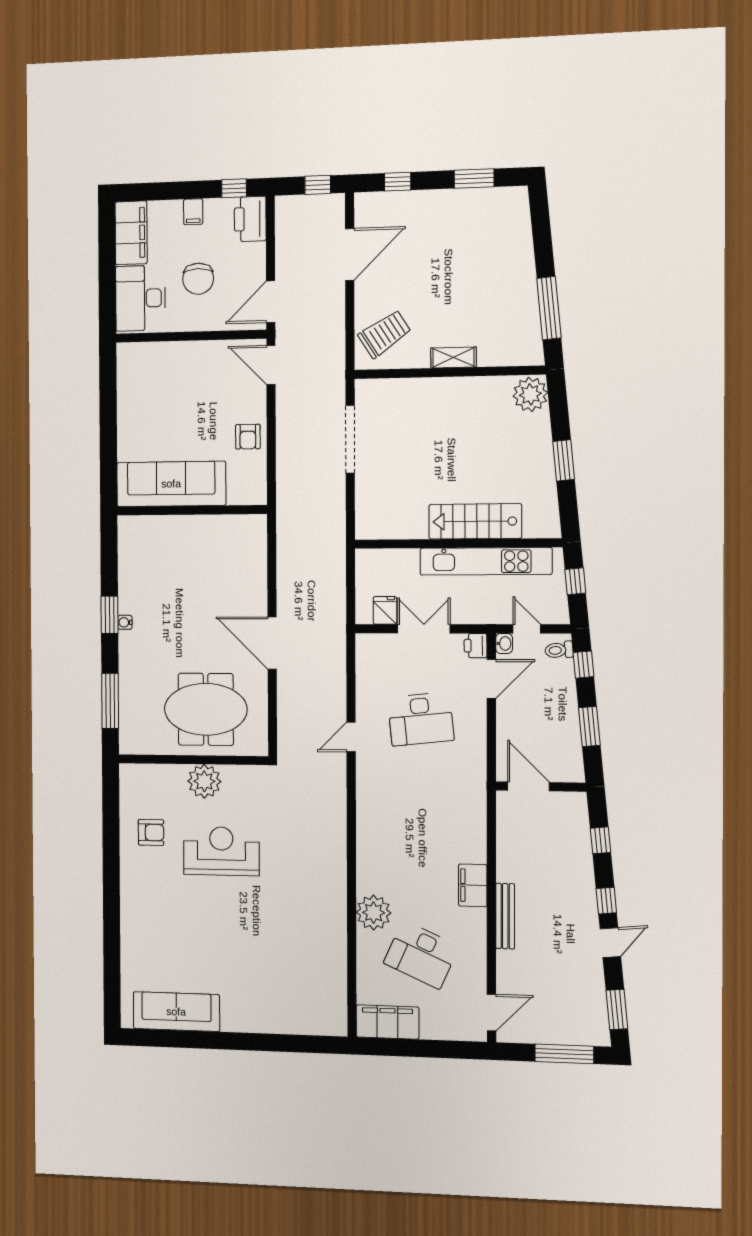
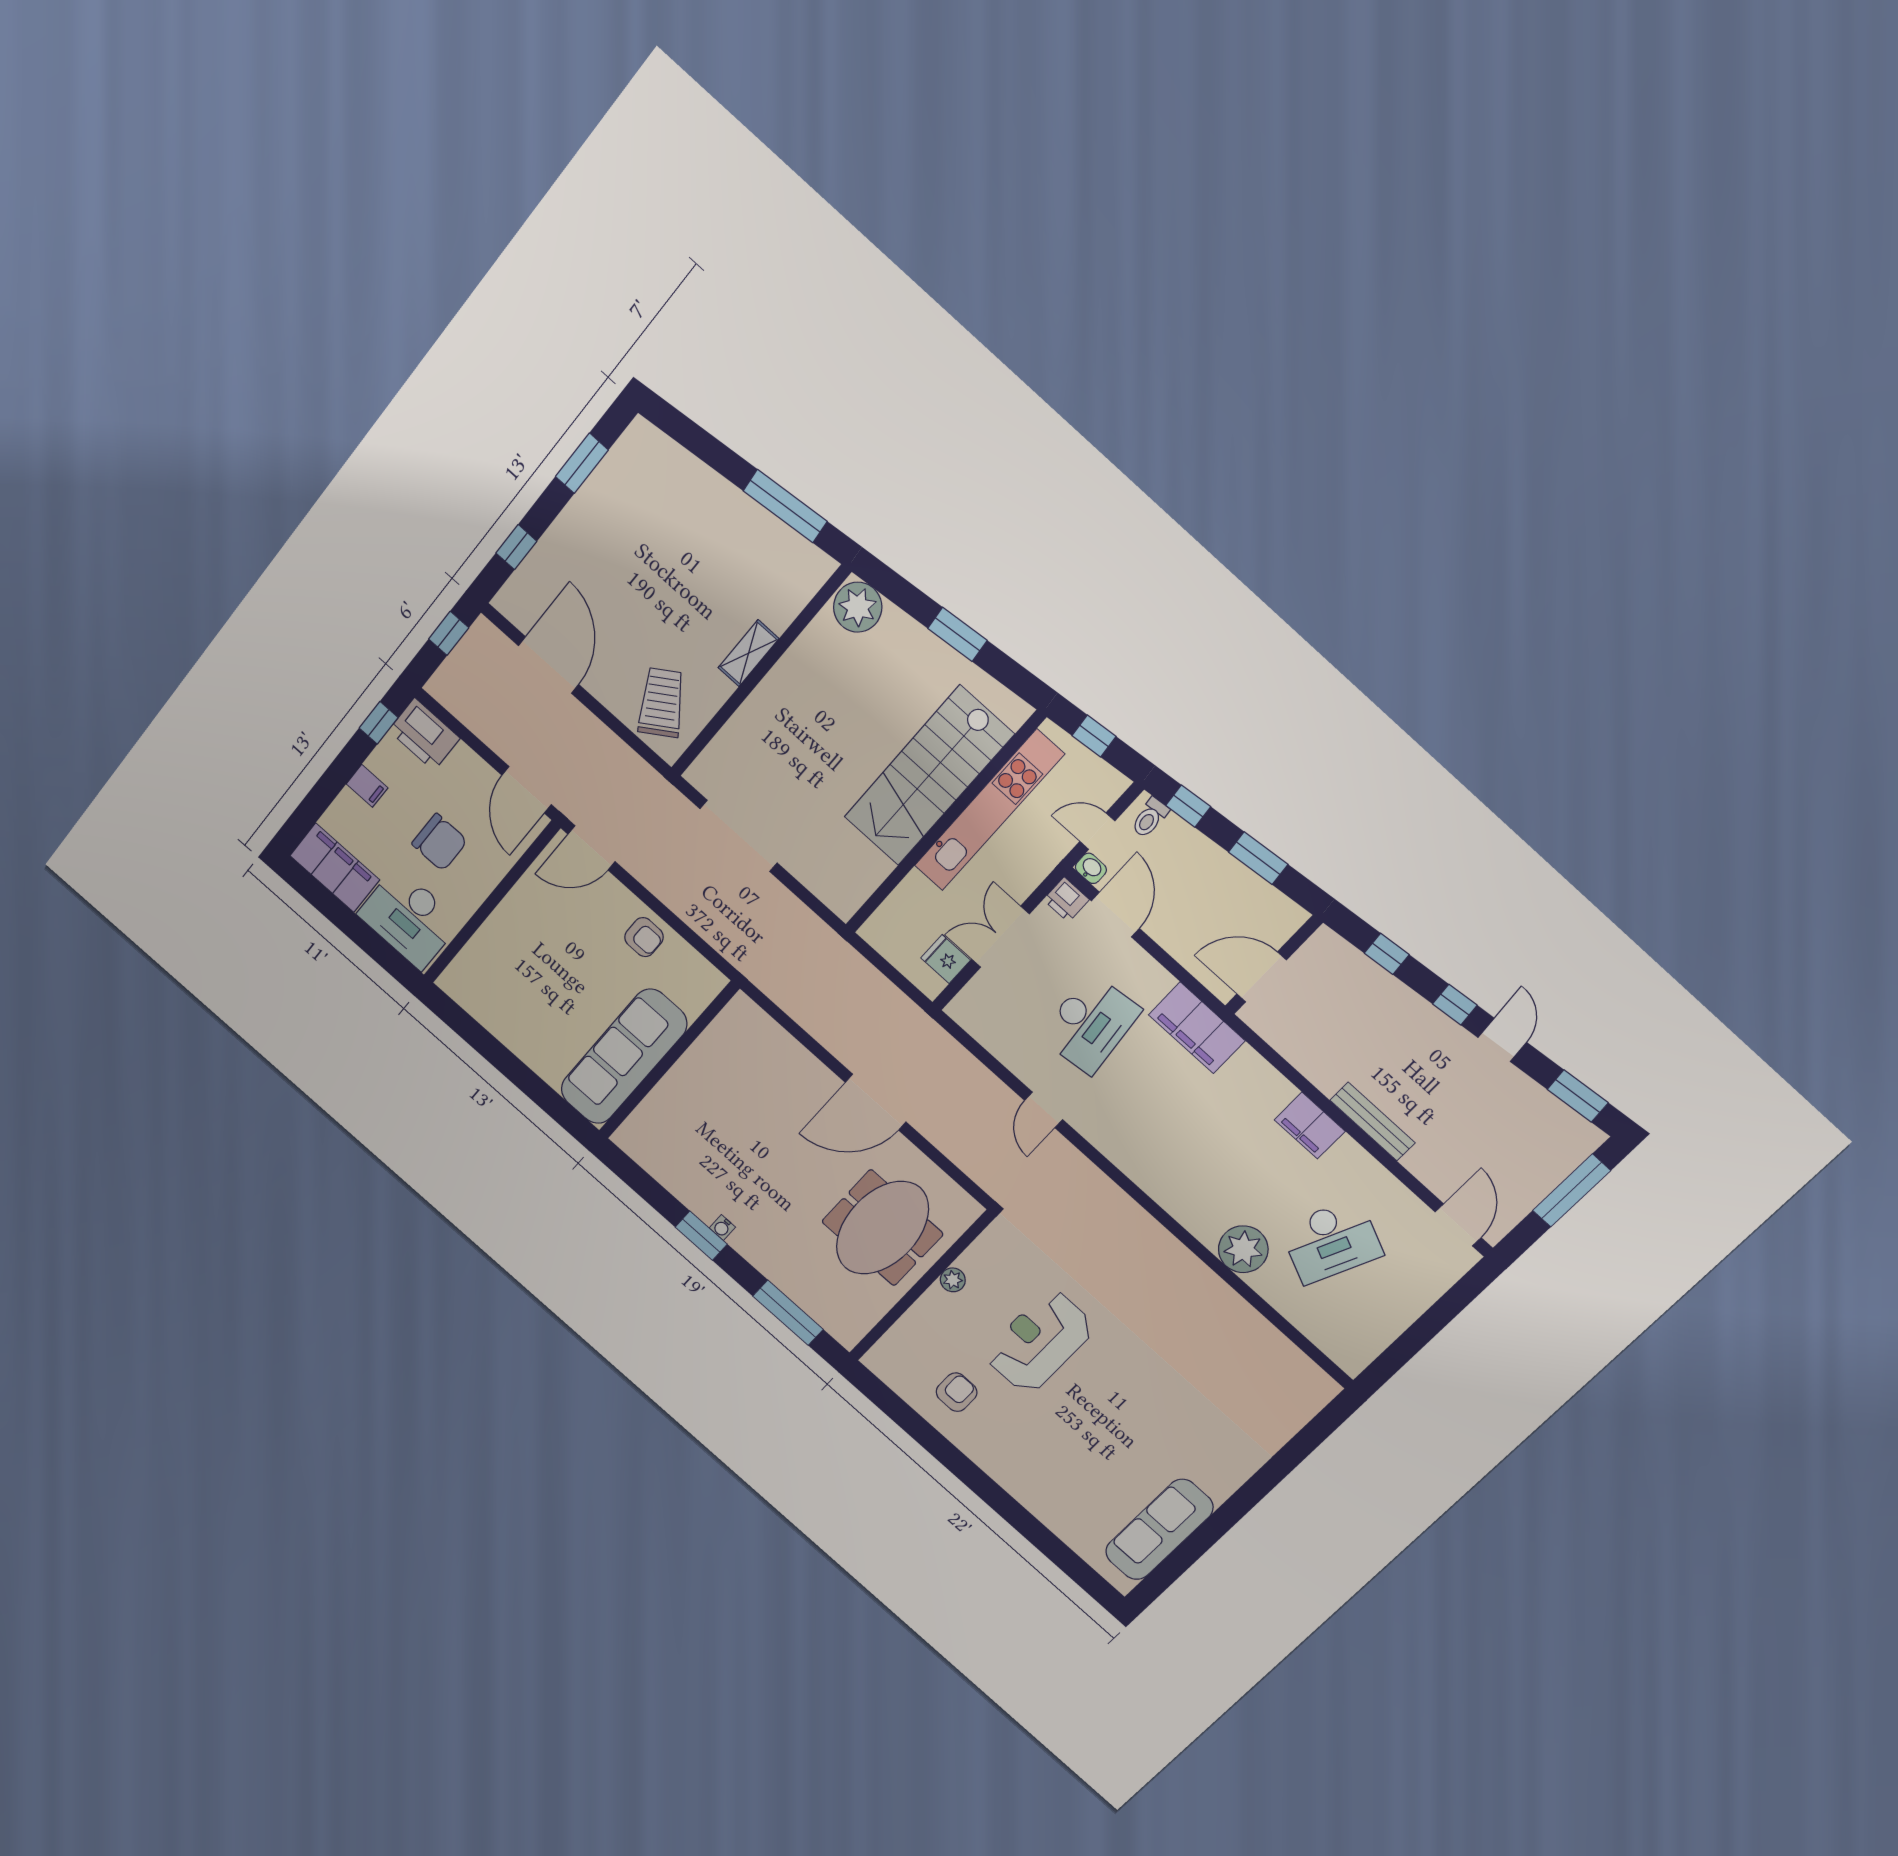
stairs: (475, 521) -> (929, 776), width x1.36, depth x1.51
plant: (204, 781) -> (953, 1280), width x0.53, depth x0.53
filing cabinet: (387, 1022) -> (1197, 1028), moved, turned -90

